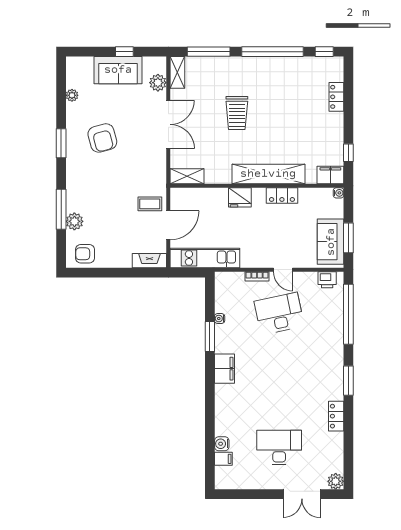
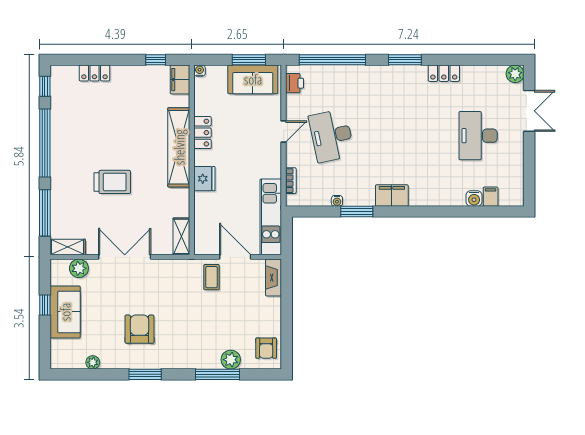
armchair: (102, 138) -> (139, 329), turned -75
bookcase: (257, 276) -> (291, 181), moved

